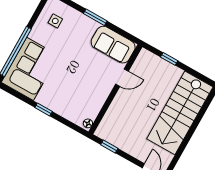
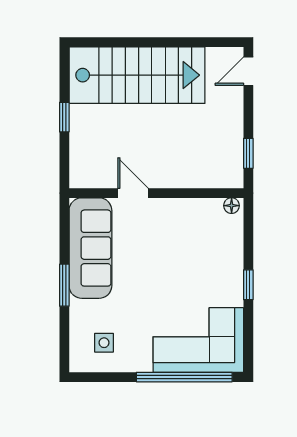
sofa: (113, 45) -> (90, 248), width x1.36
window: (169, 59) -> (64, 117), moved

